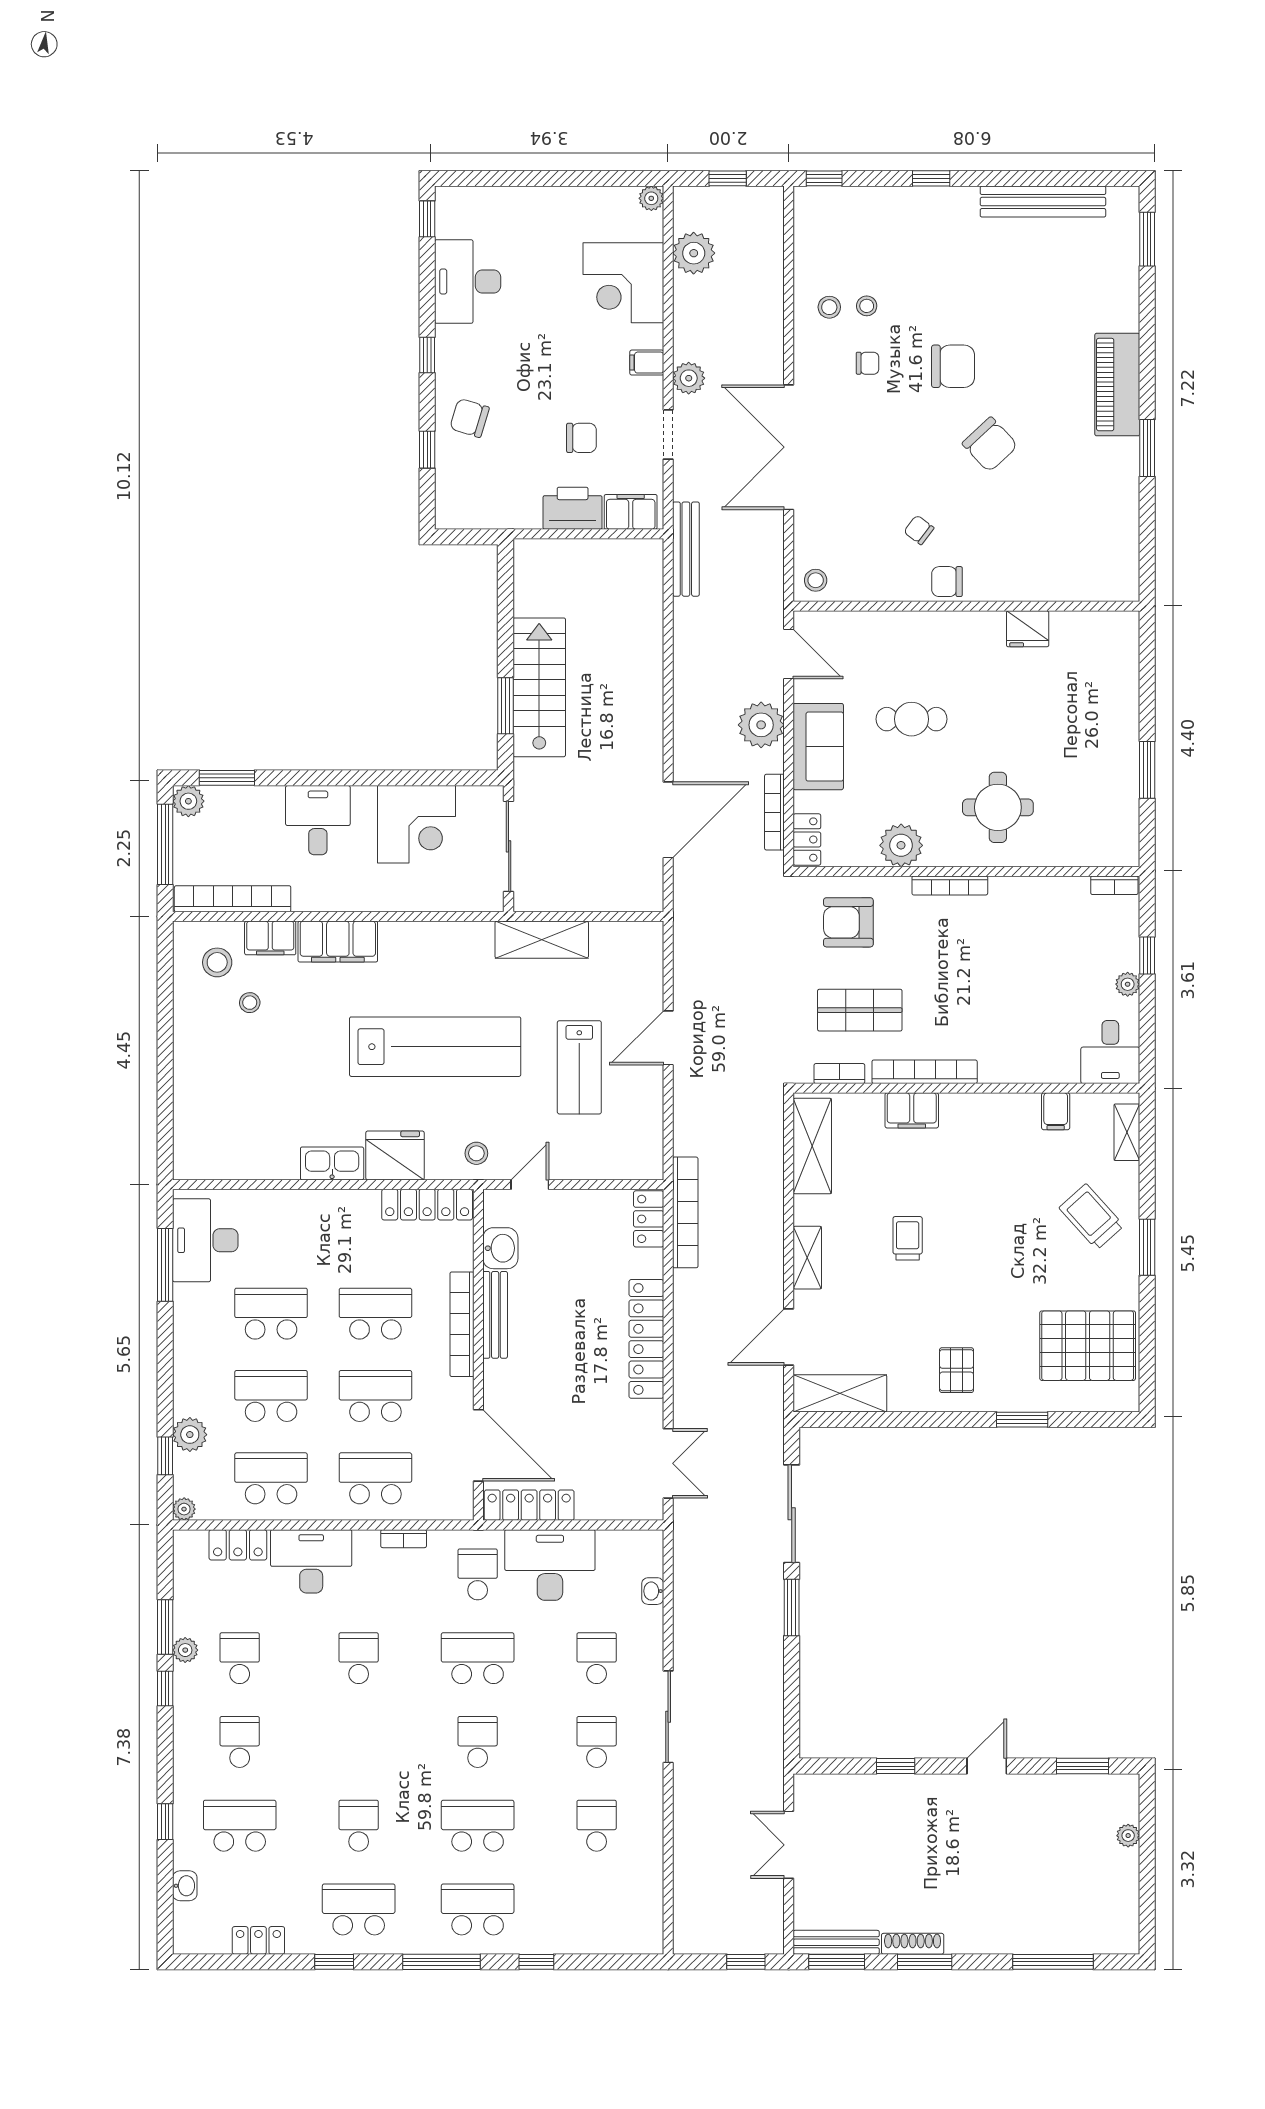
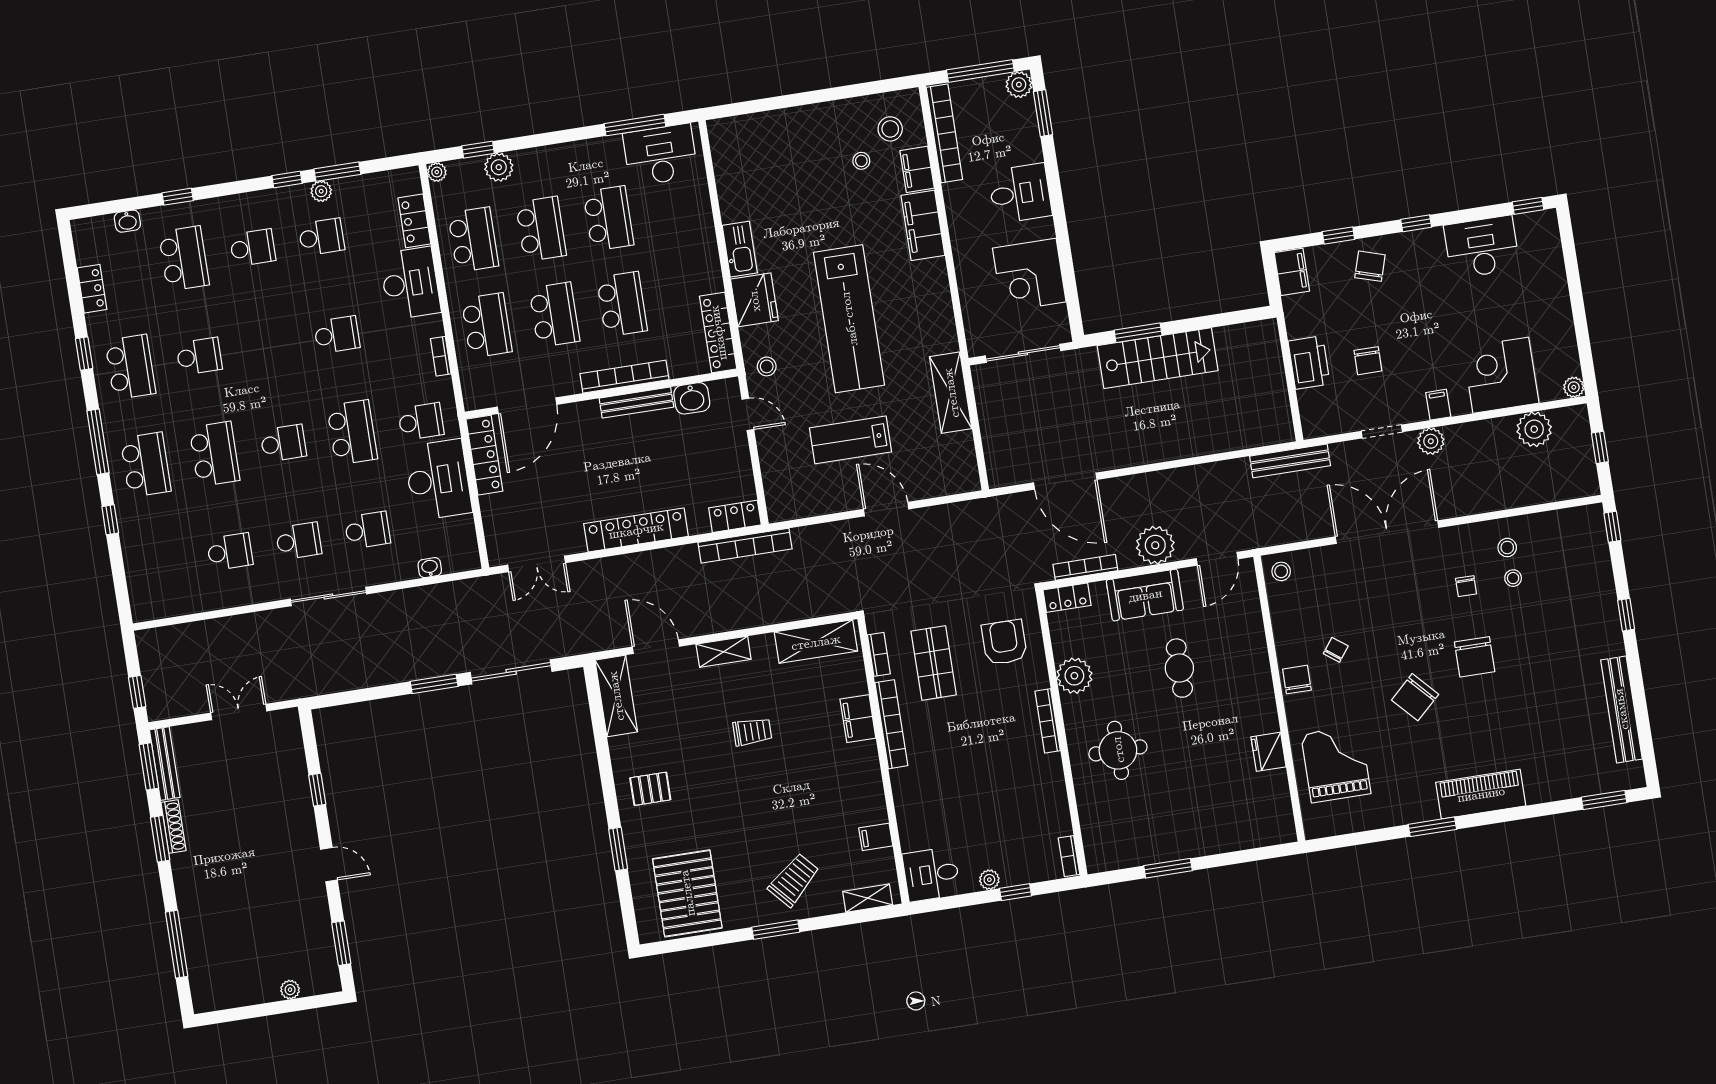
filing cabinet: (631, 512) -> (1292, 272), moved
grand piano: (1055, 551) -> (1336, 764), added

